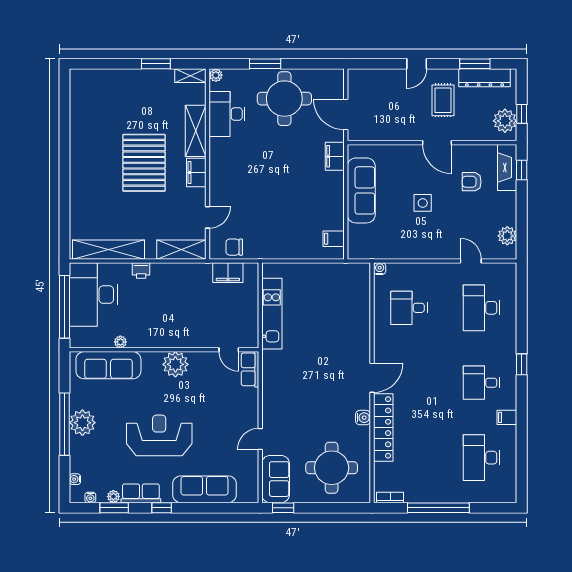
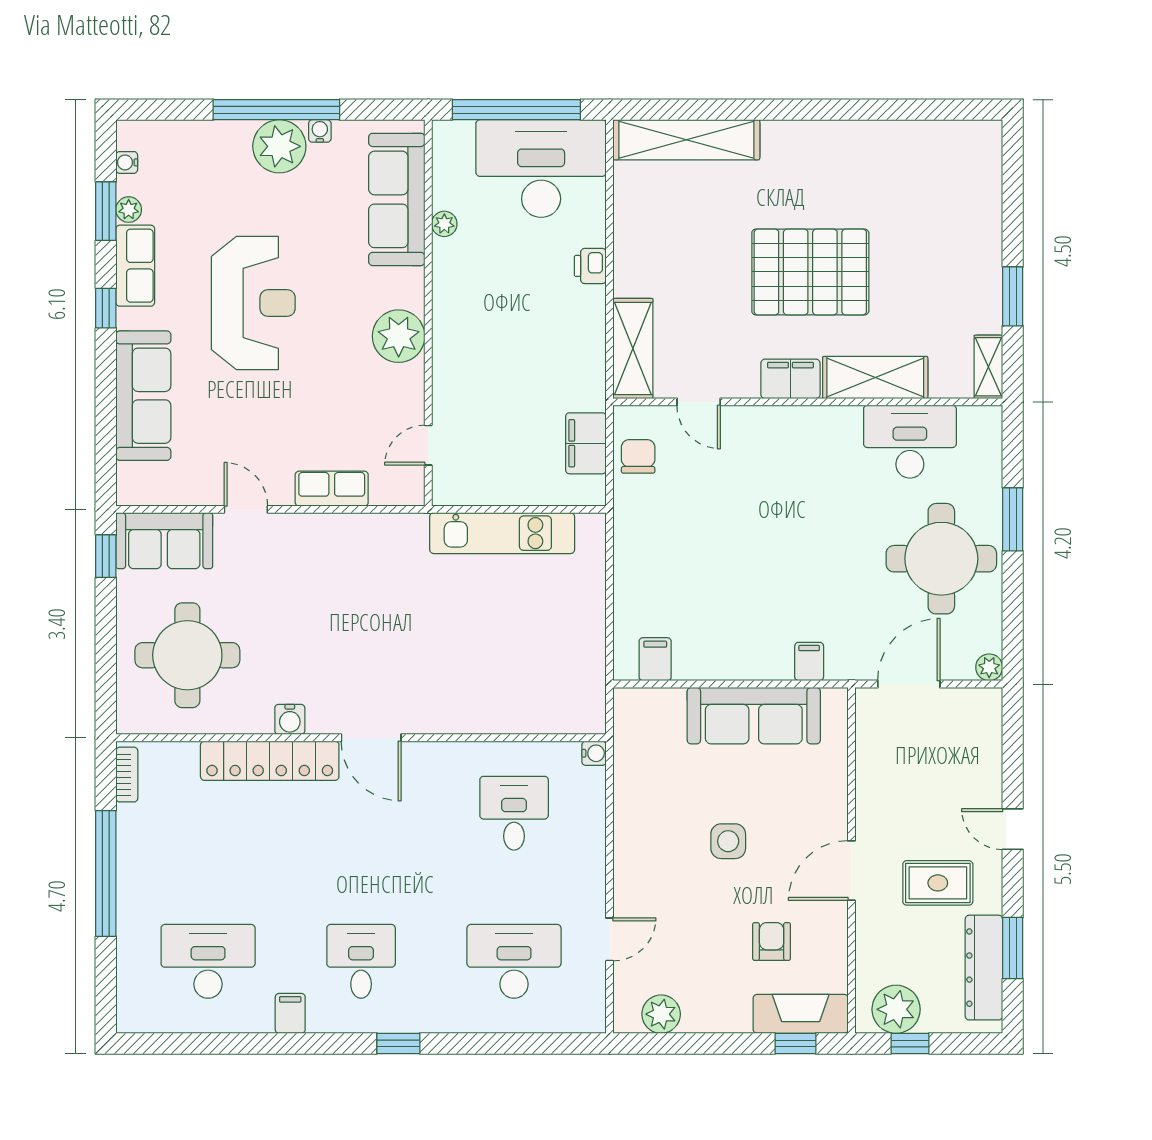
plant: (216, 75) -> (989, 667), moved
filing cabinet: (335, 156) -> (809, 661), width x0.50
shelving: (108, 250) -> (686, 140), moved, turned 90
row of seats: (250, 369) -> (332, 489), moved
water cooler: (75, 479) -> (320, 131), moved

